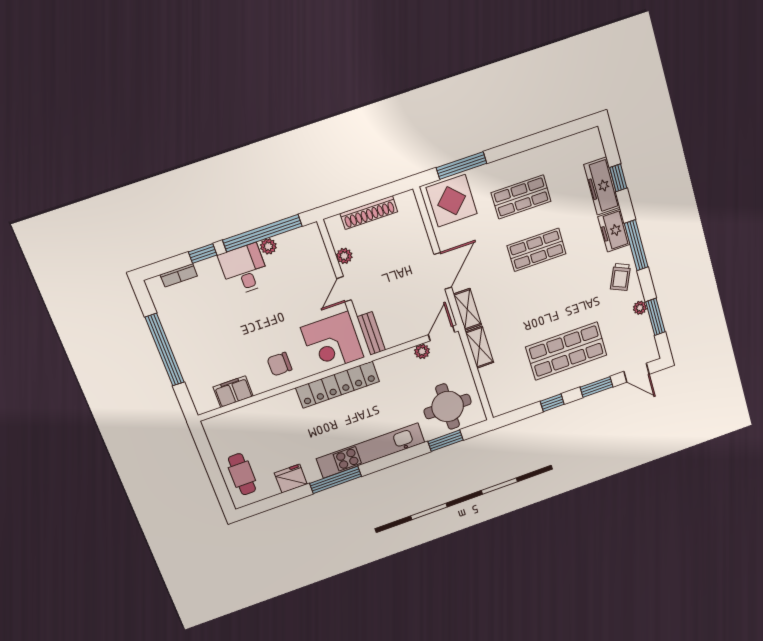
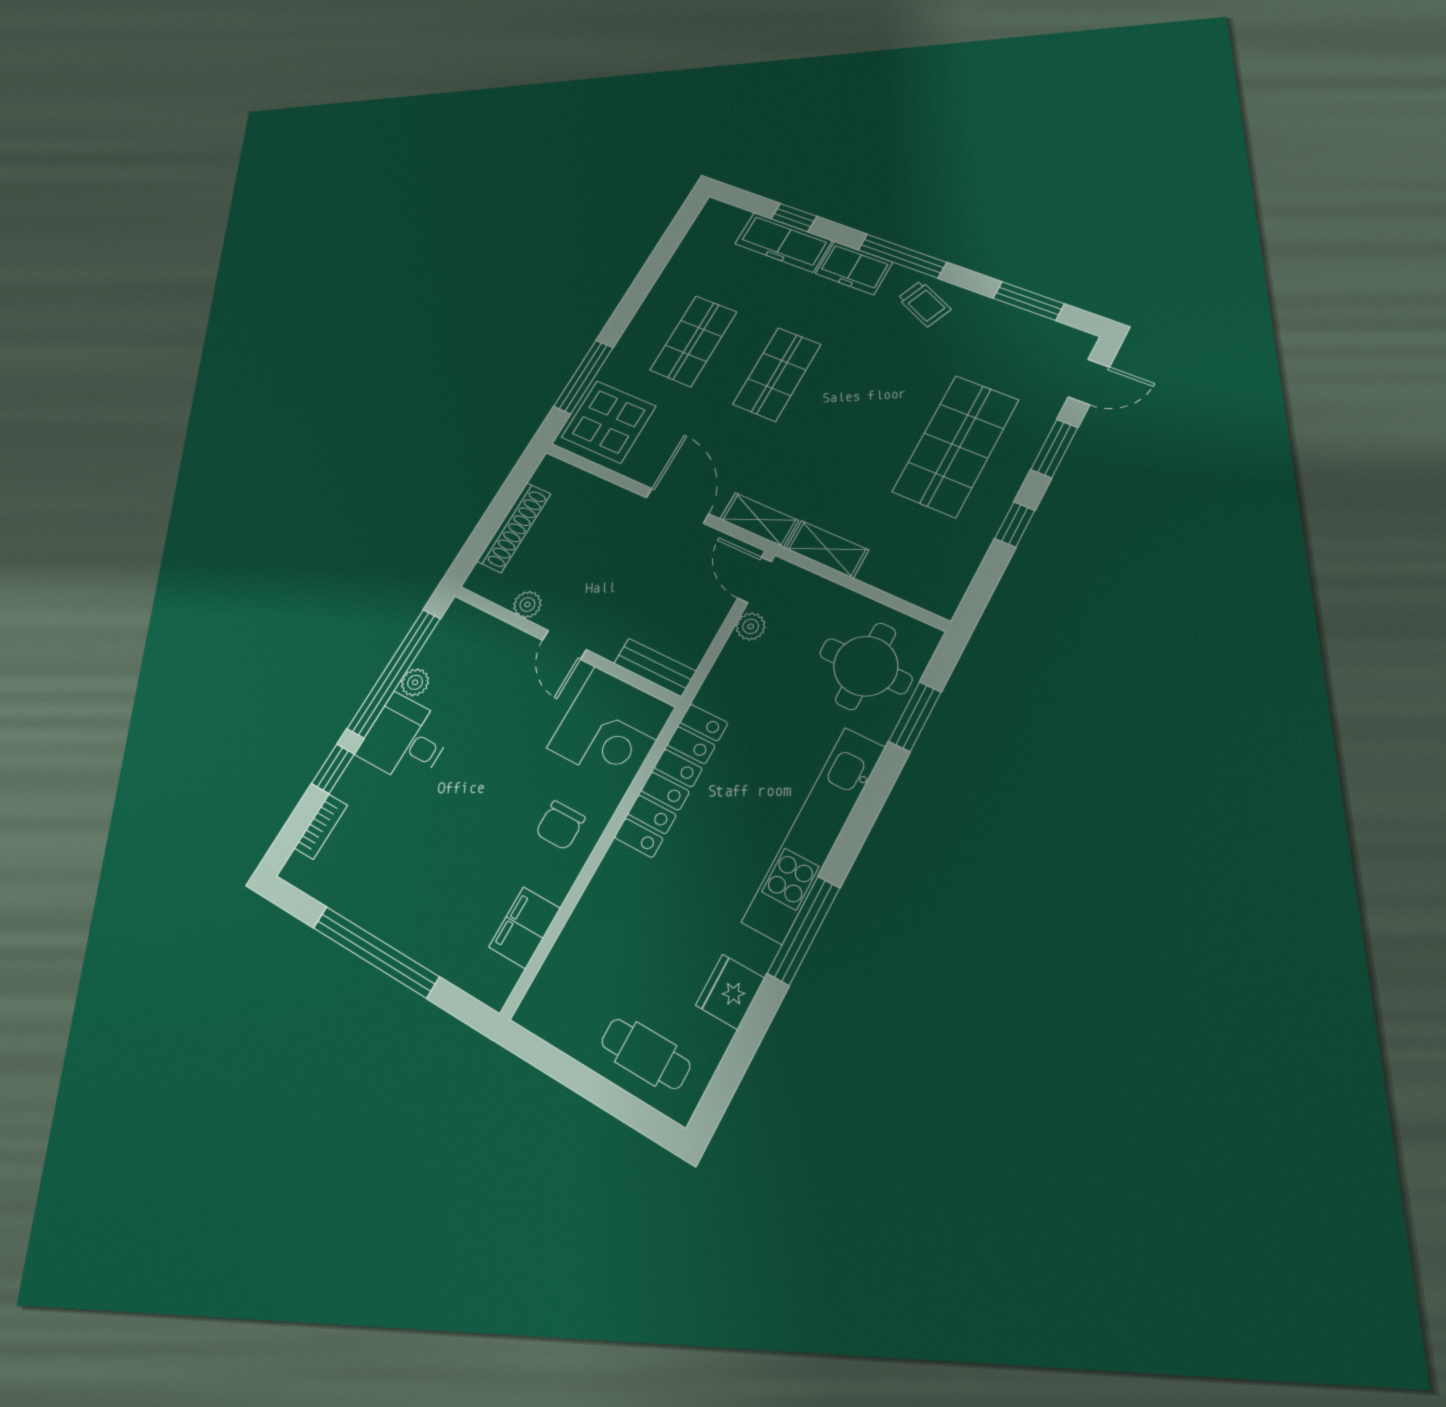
plant: (640, 308) -> (994, 311), removed

